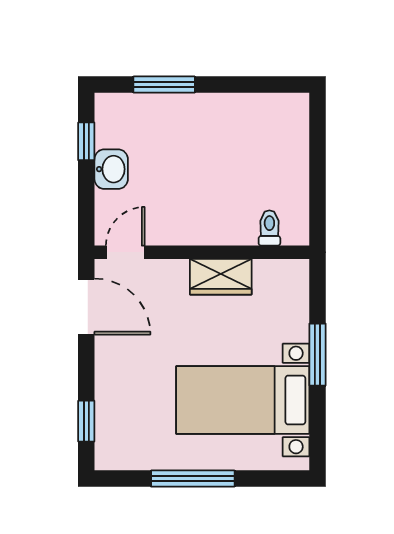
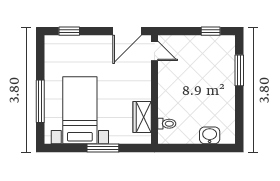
washbasin: (111, 169) -> (210, 135), moved, turned 180
wardrobe: (221, 277) -> (142, 117), moved
window: (193, 479) -> (40, 101), moved

